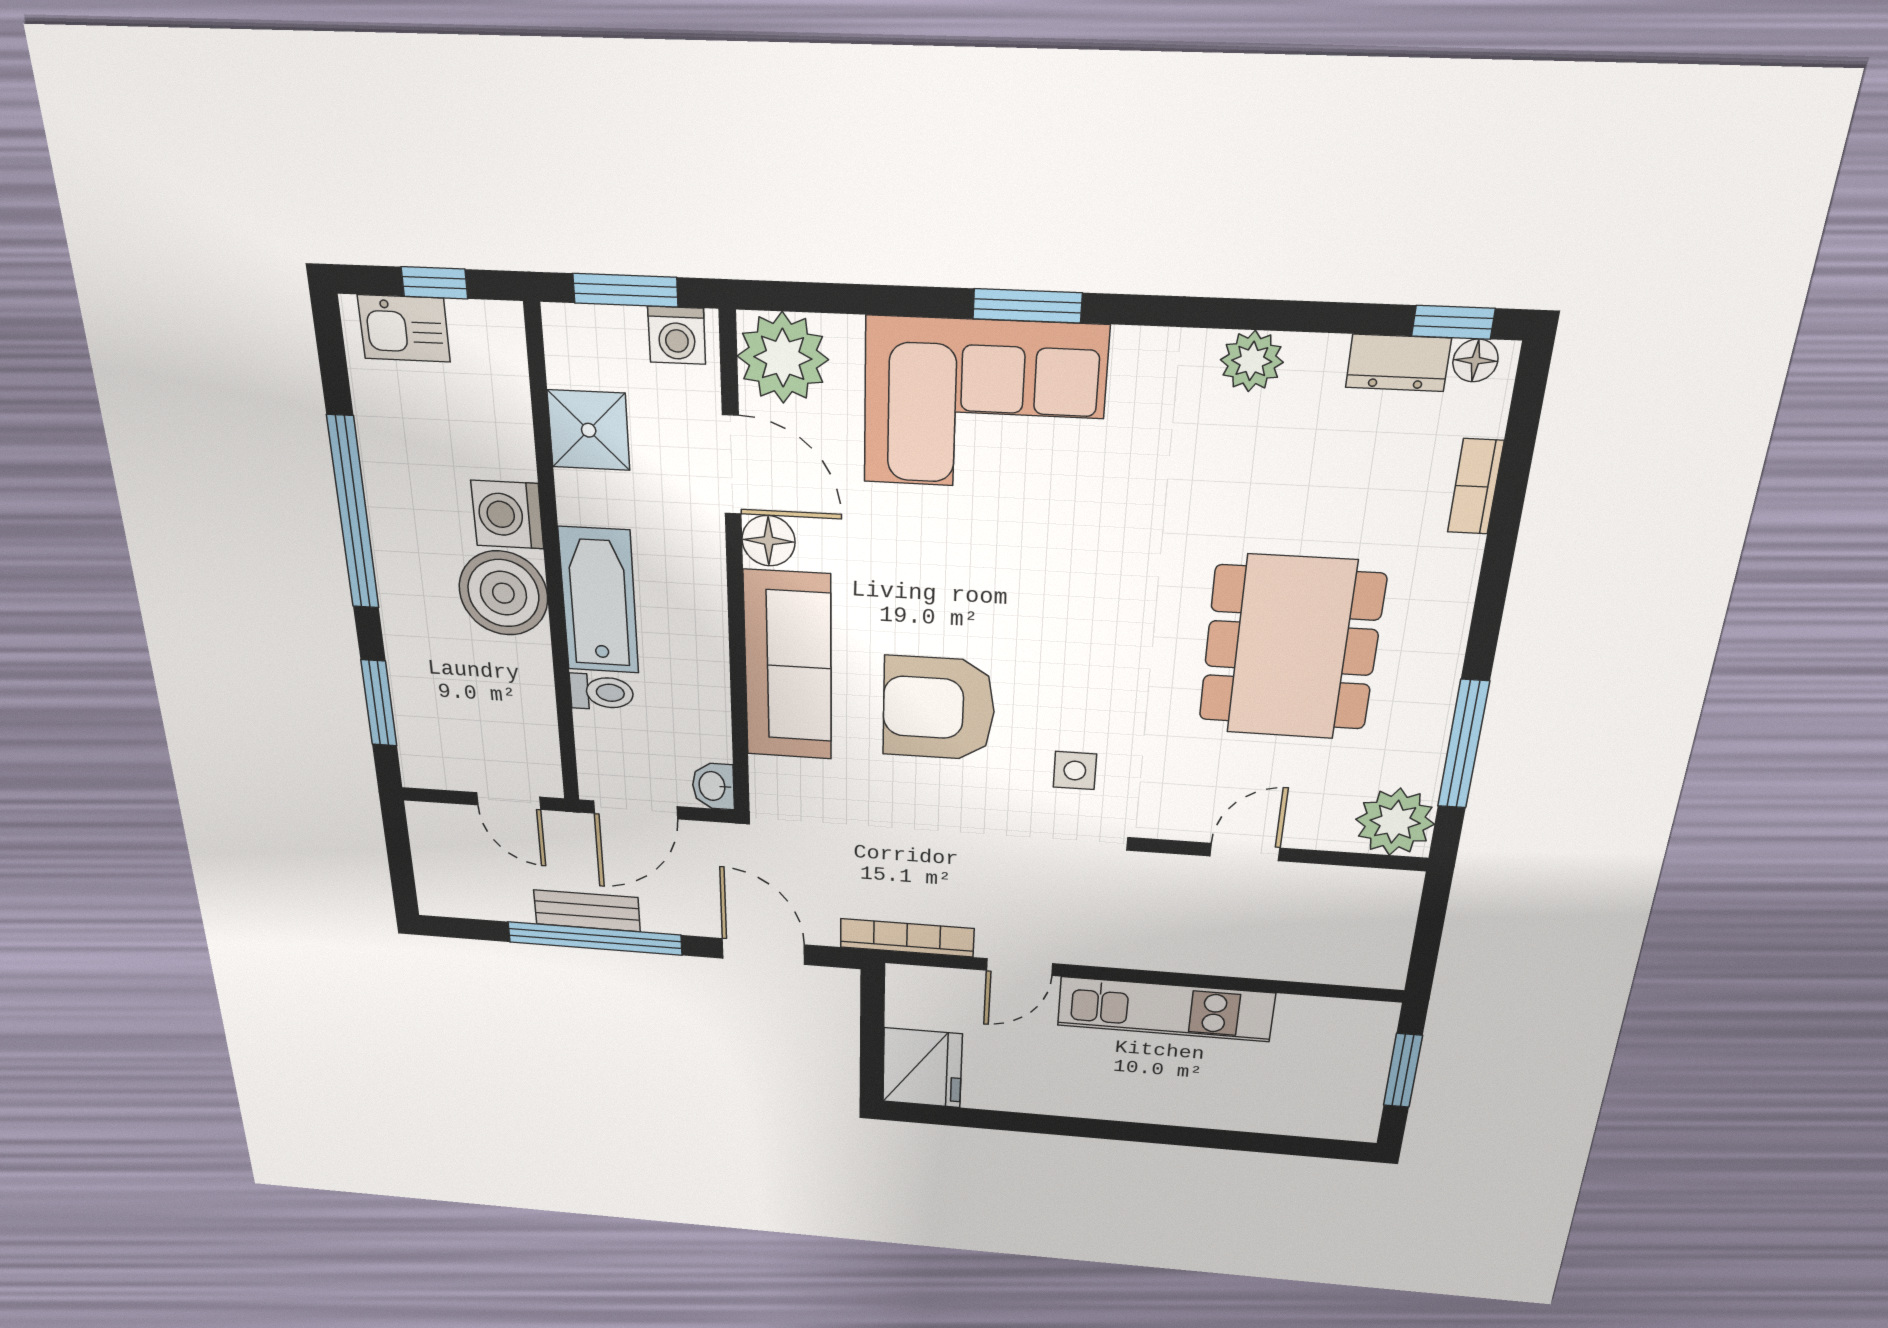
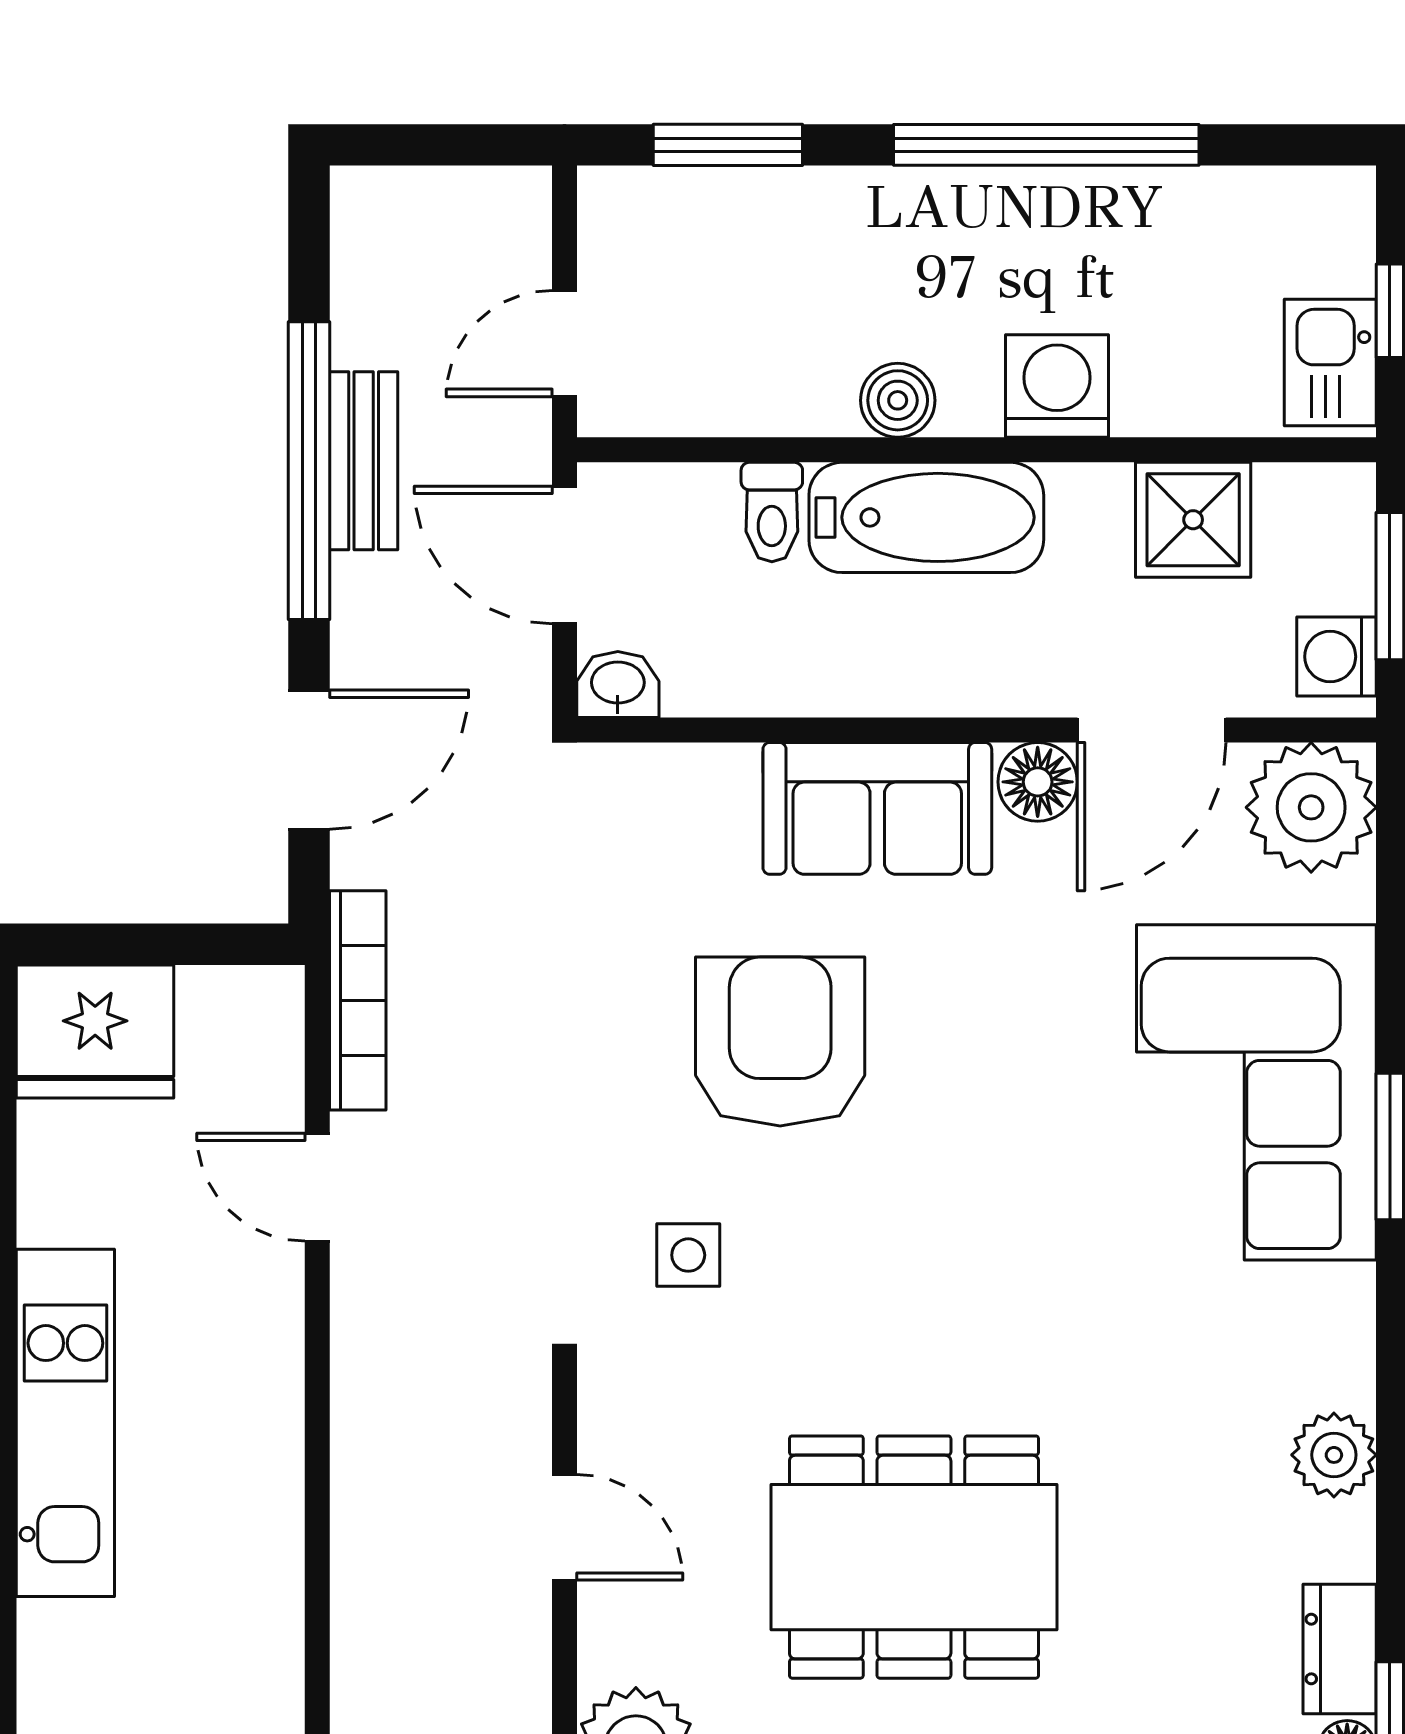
kitchen sink: (404, 328) -> (1330, 362), moved
boiler: (503, 593) -> (898, 400), width x0.54, depth x0.54
sofa: (788, 666) -> (877, 808), width x0.73
kitchen unit: (1165, 1009) -> (65, 1423), moved, turned 180

